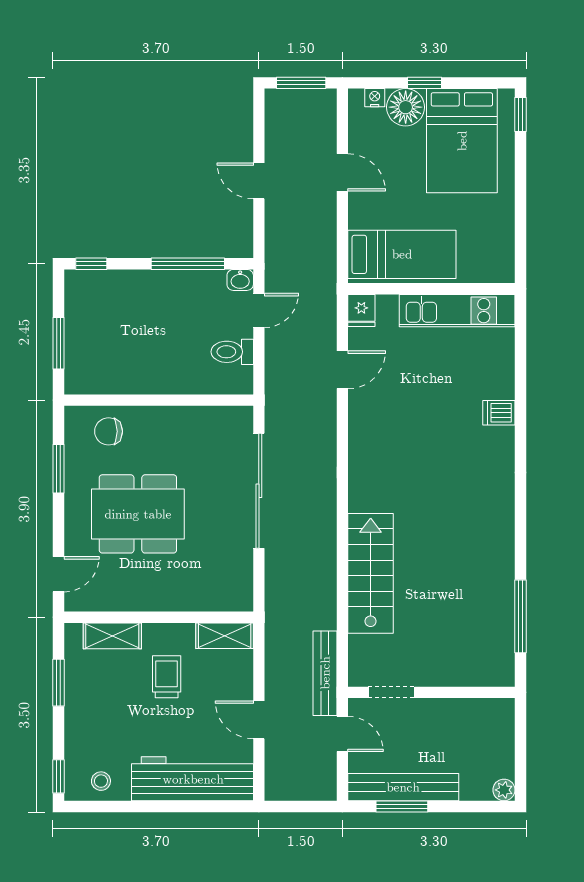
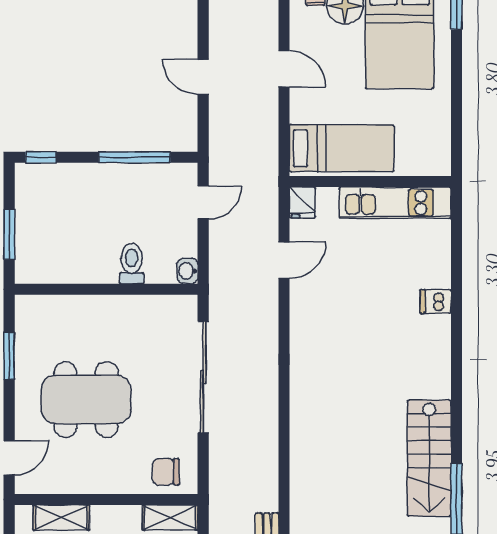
washbasin: (240, 280) -> (187, 271), moved, turned 90
toilet: (232, 352) -> (132, 264), moved, turned 90
chair: (109, 431) -> (166, 472), moved
stairs: (371, 573) -> (429, 458), moved, turned 180

